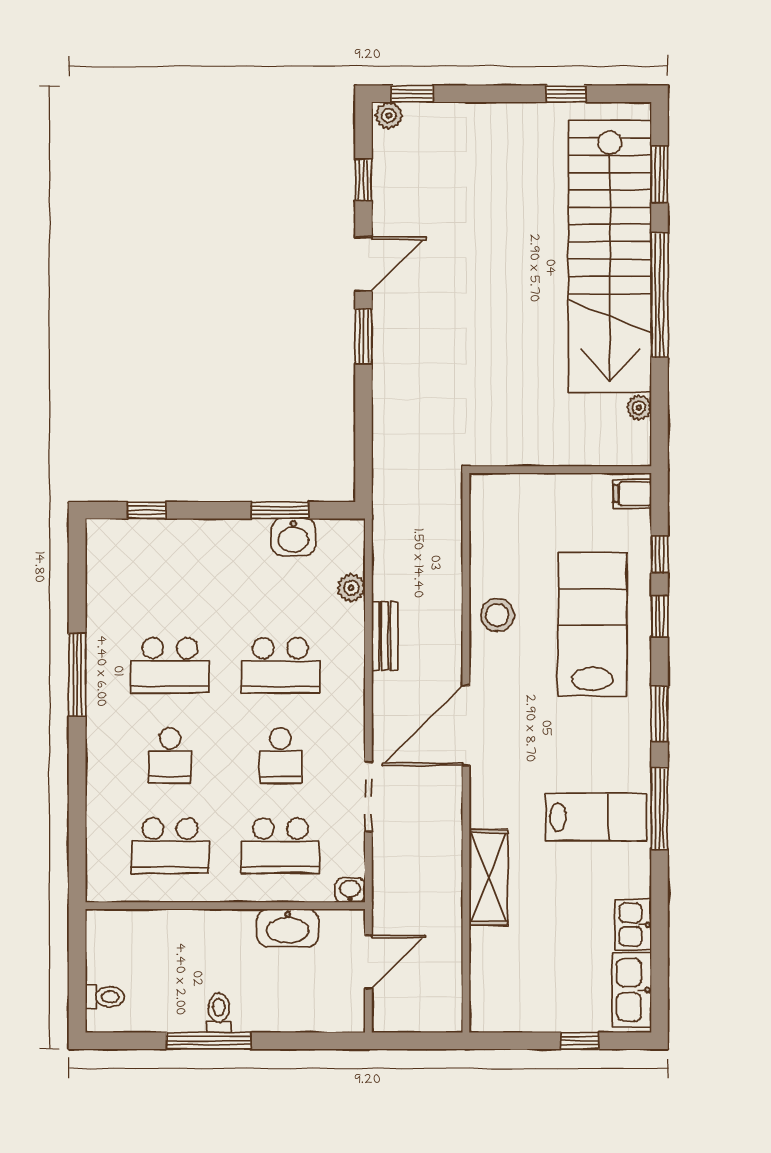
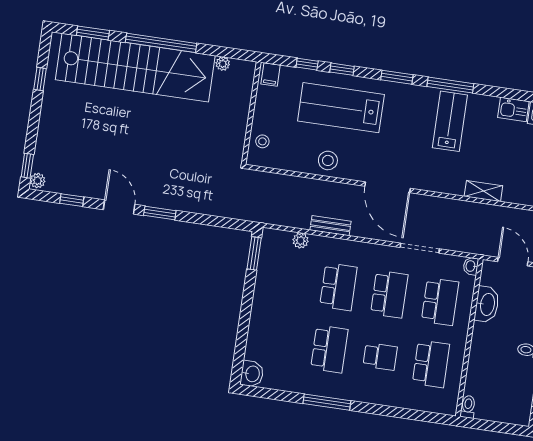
stool: (514, 496) -> (262, 141), added
window: (147, 510) -> (240, 349), removed
window: (280, 510) -> (254, 253), moved
washbasin: (293, 537) -> (252, 374), moved
school desk: (280, 756) -> (389, 294), width x1.85
shelving: (488, 877) -> (483, 191), width x0.67, depth x0.75
toilet: (105, 997) -> (468, 407), moved

